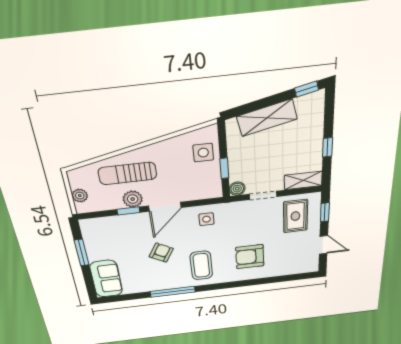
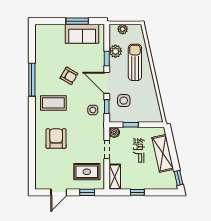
side table: (203, 153) -> (124, 101), moved
plant: (133, 199) -> (115, 51), moved
window: (200, 203) -> (107, 107), added
sofa: (106, 279) -> (82, 34), moved

